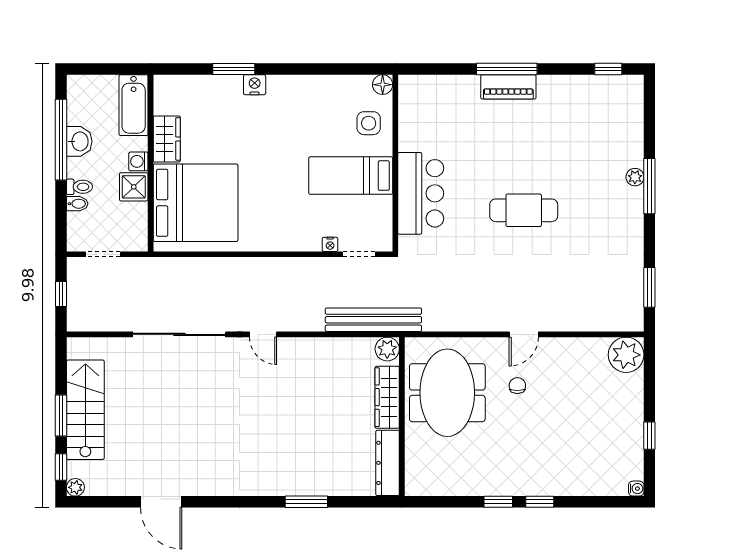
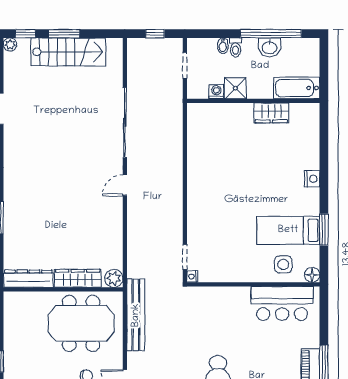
window: (234, 69) -> (324, 230), moved
washing machine: (138, 161) -> (216, 92), moved
bed: (351, 176) -> (288, 230), moved, turned -90
bar counter: (421, 193) -> (282, 303), moved
bed: (196, 203) -> (224, 135), removed
nightstand: (330, 244) -> (192, 277), moved
bench: (373, 320) -> (136, 315), moved

